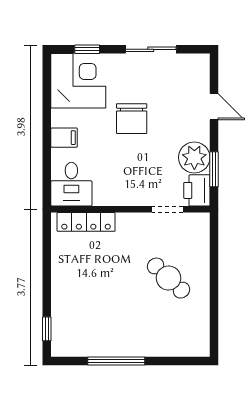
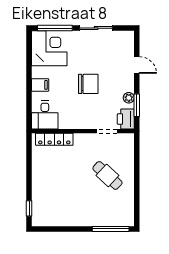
window: (87, 49) -> (55, 28), width x2.17
chair: (132, 119) -> (88, 84), moved, turned -90
plant: (194, 157) -> (129, 98), width x0.53, depth x0.53
window: (116, 361) -> (111, 229), moved

